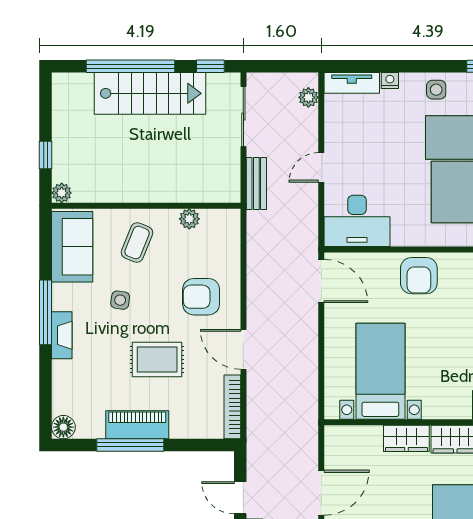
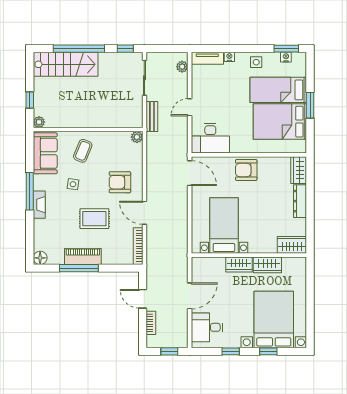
stairs: (150, 93) -> (66, 64), moved
plant: (189, 219) -> (137, 137), moved
armchair: (419, 276) -> (246, 170), turned 90

